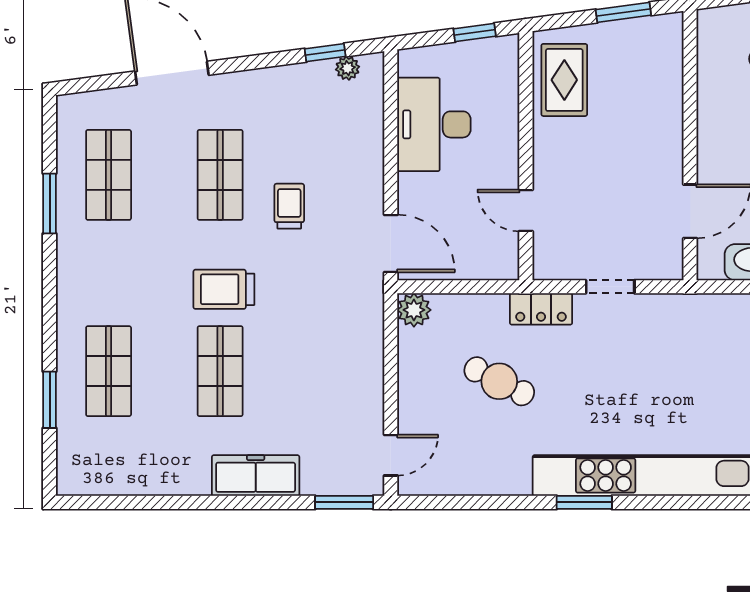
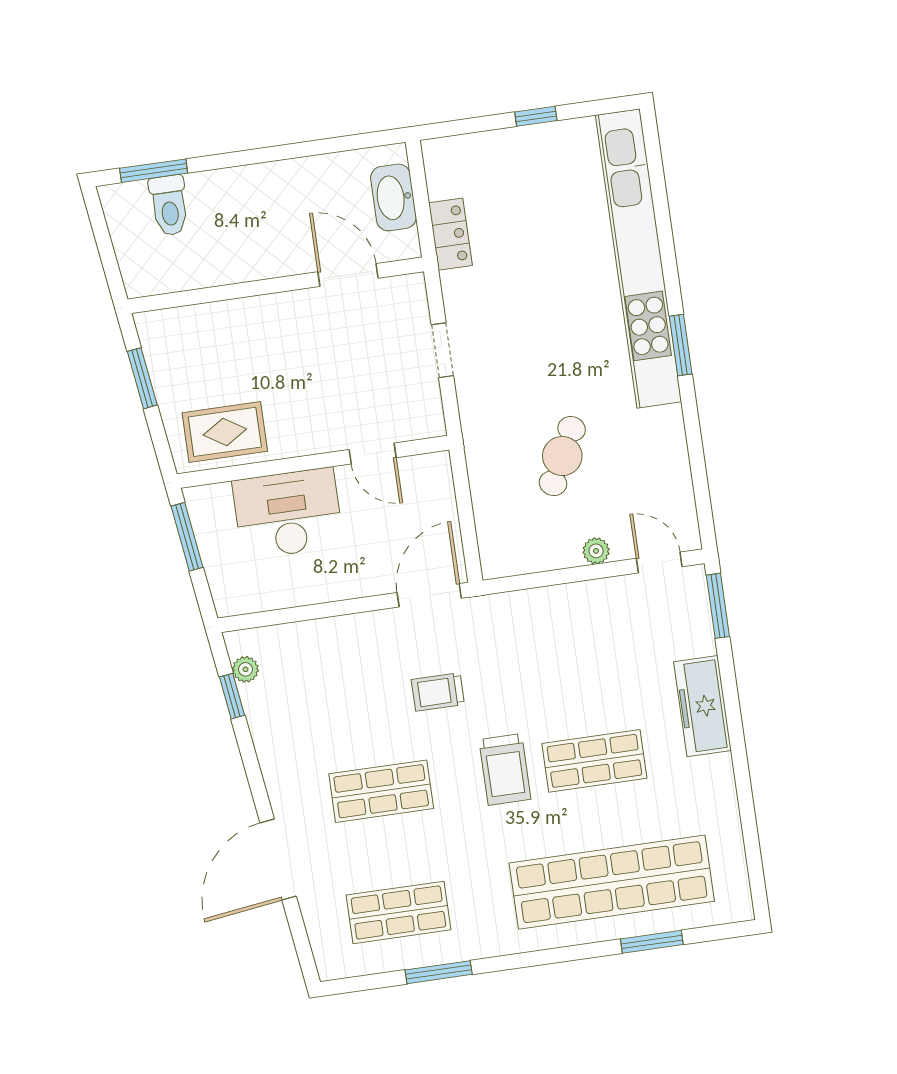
window: (475, 32) -> (187, 537), width x1.50
desk: (434, 124) -> (288, 513), moved, turned 180
trolley: (289, 206) -> (438, 692), moved
door: (526, 211) -> (373, 454), hinge flipped
locker: (541, 309) -> (450, 234), moved
plant: (414, 310) -> (596, 551), moved, width x0.73, depth x0.73
shop shelf: (109, 371) -> (612, 882), width x2.00, depth x1.36

